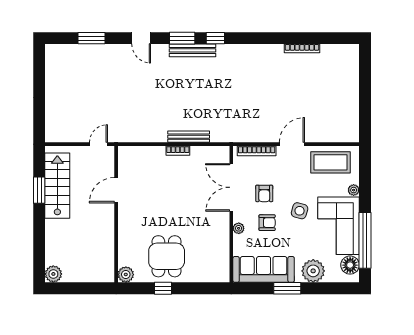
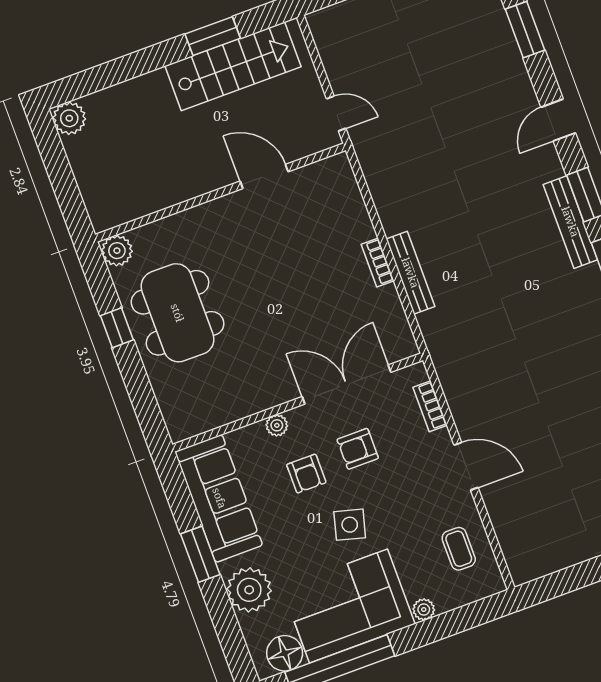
bookcase: (257, 151) -> (430, 406), width x0.64
coffee table: (331, 162) -> (459, 549), width x0.54, depth x0.58
dining table: (167, 256) -> (177, 313), width x1.38

